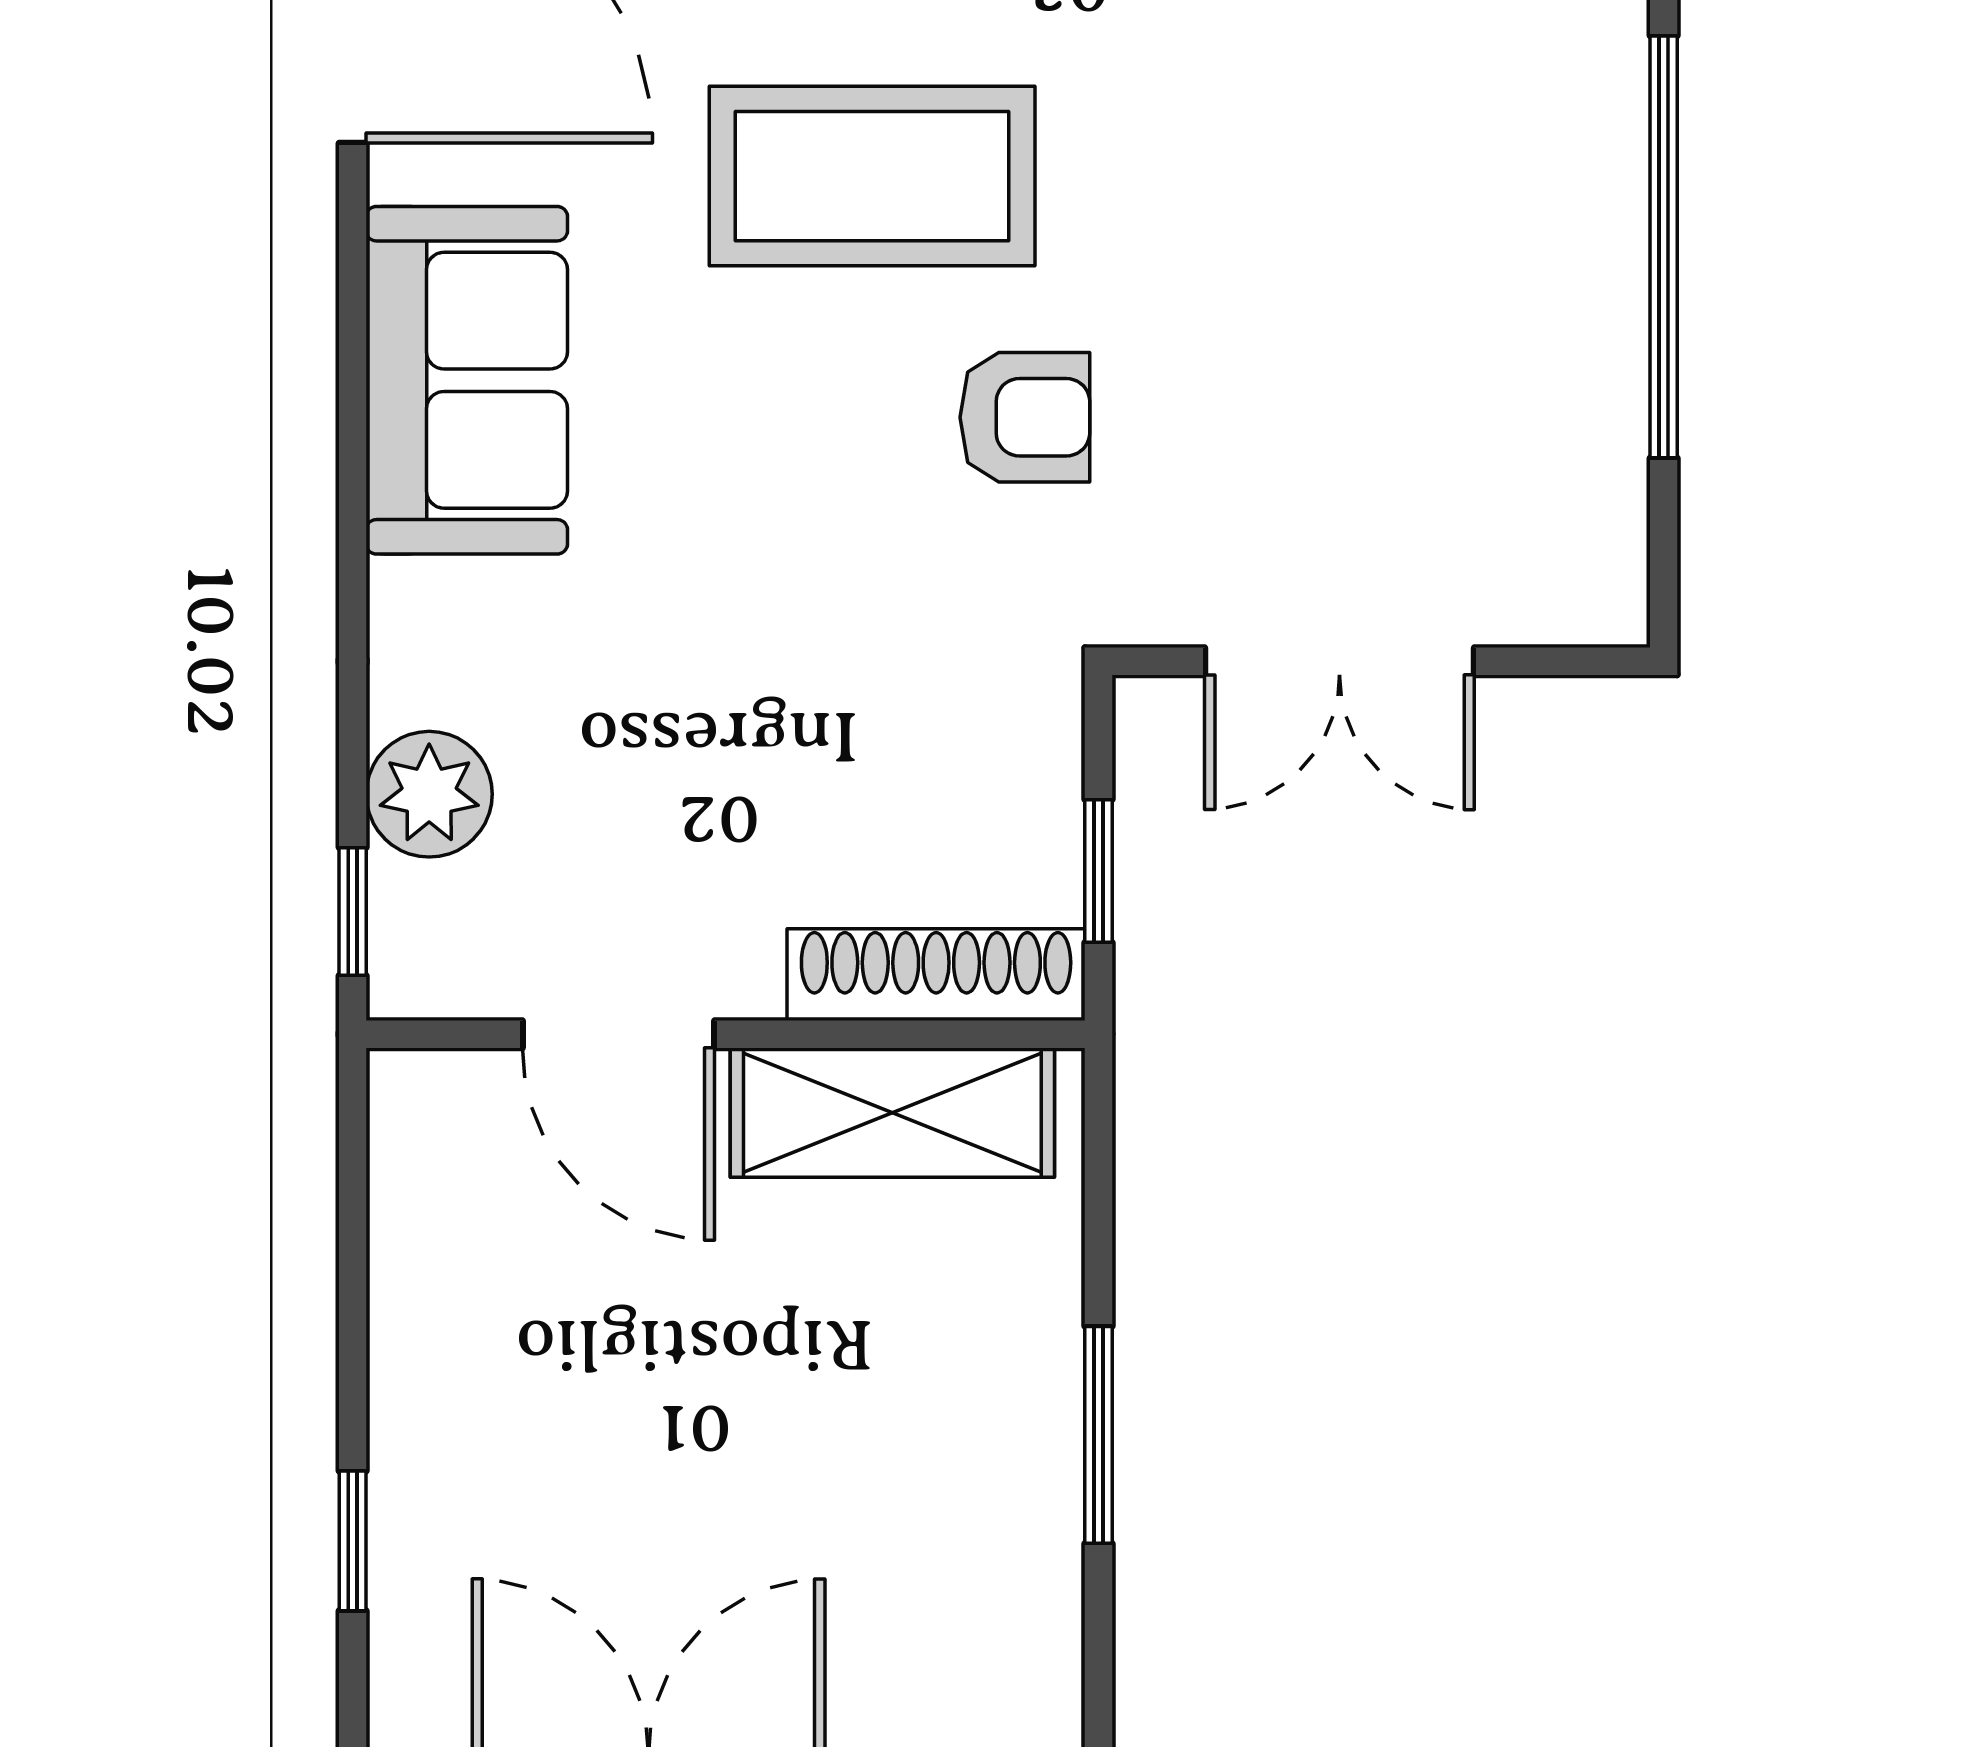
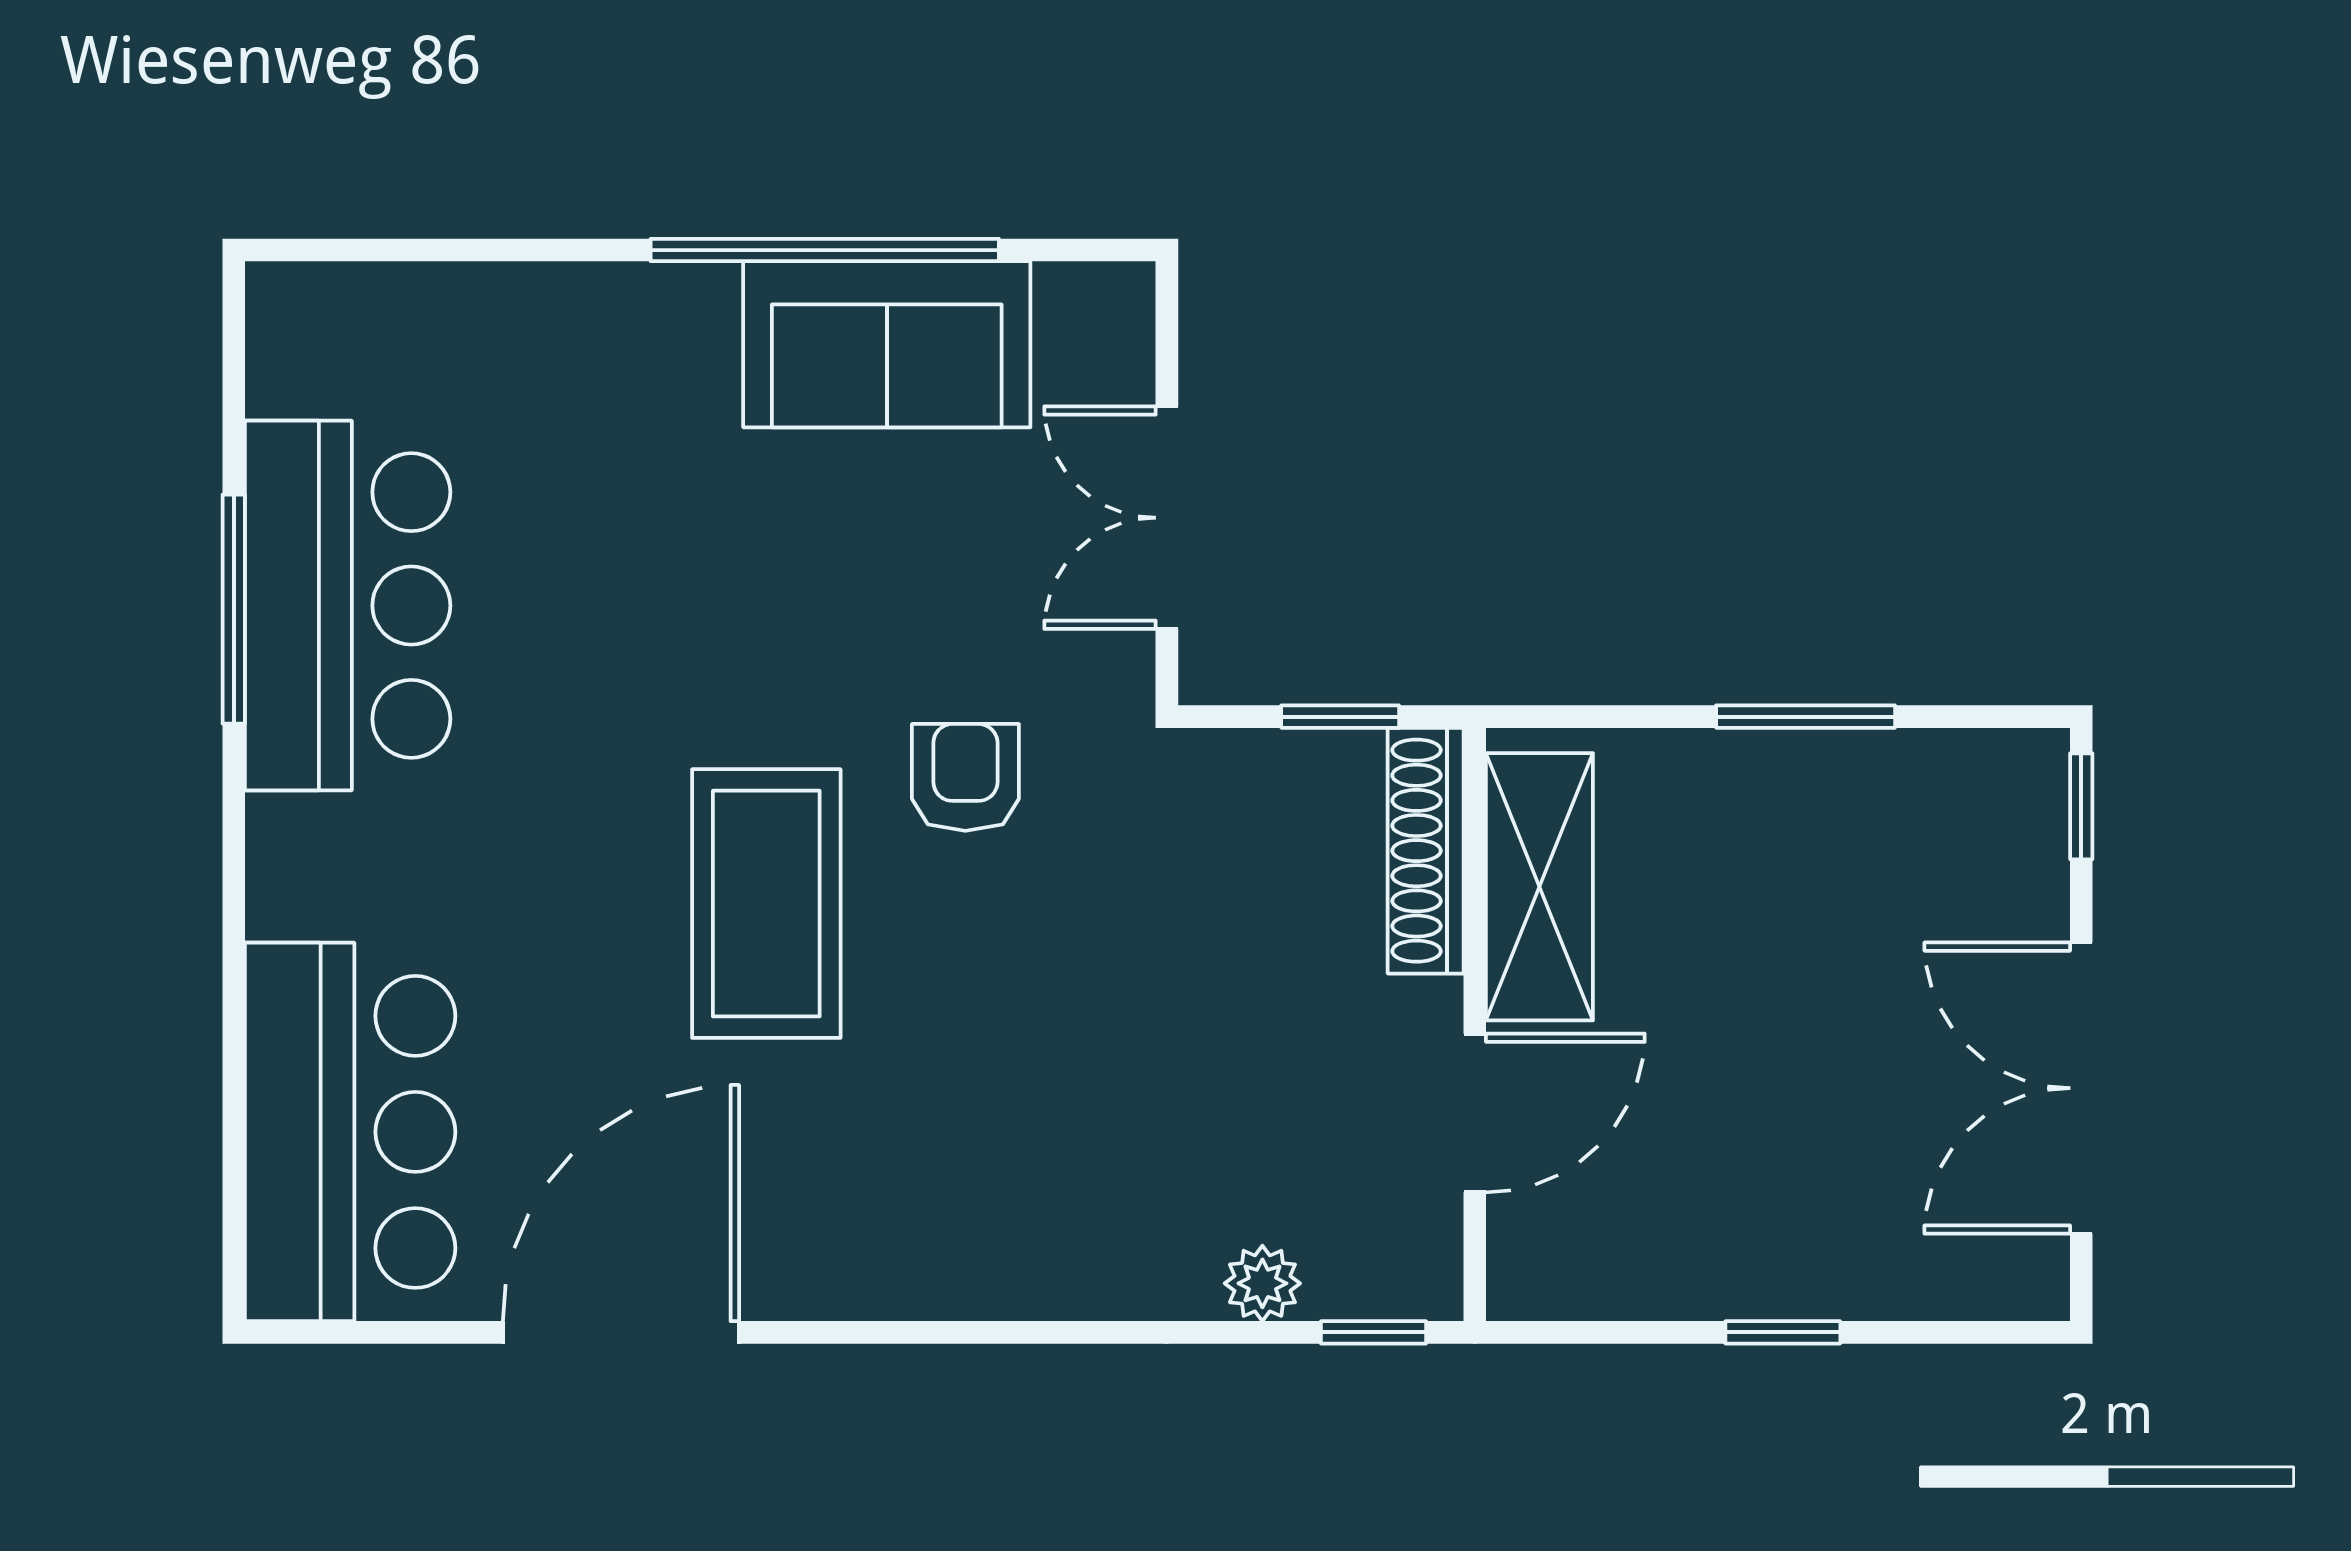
sofa: (467, 380) -> (887, 344), moved, turned 180
double door: (1339, 661) -> (1167, 518), swing flipped
plant: (429, 794) -> (1262, 1283), width x0.73, depth x0.73
window: (353, 1541) -> (1783, 1332), moved

